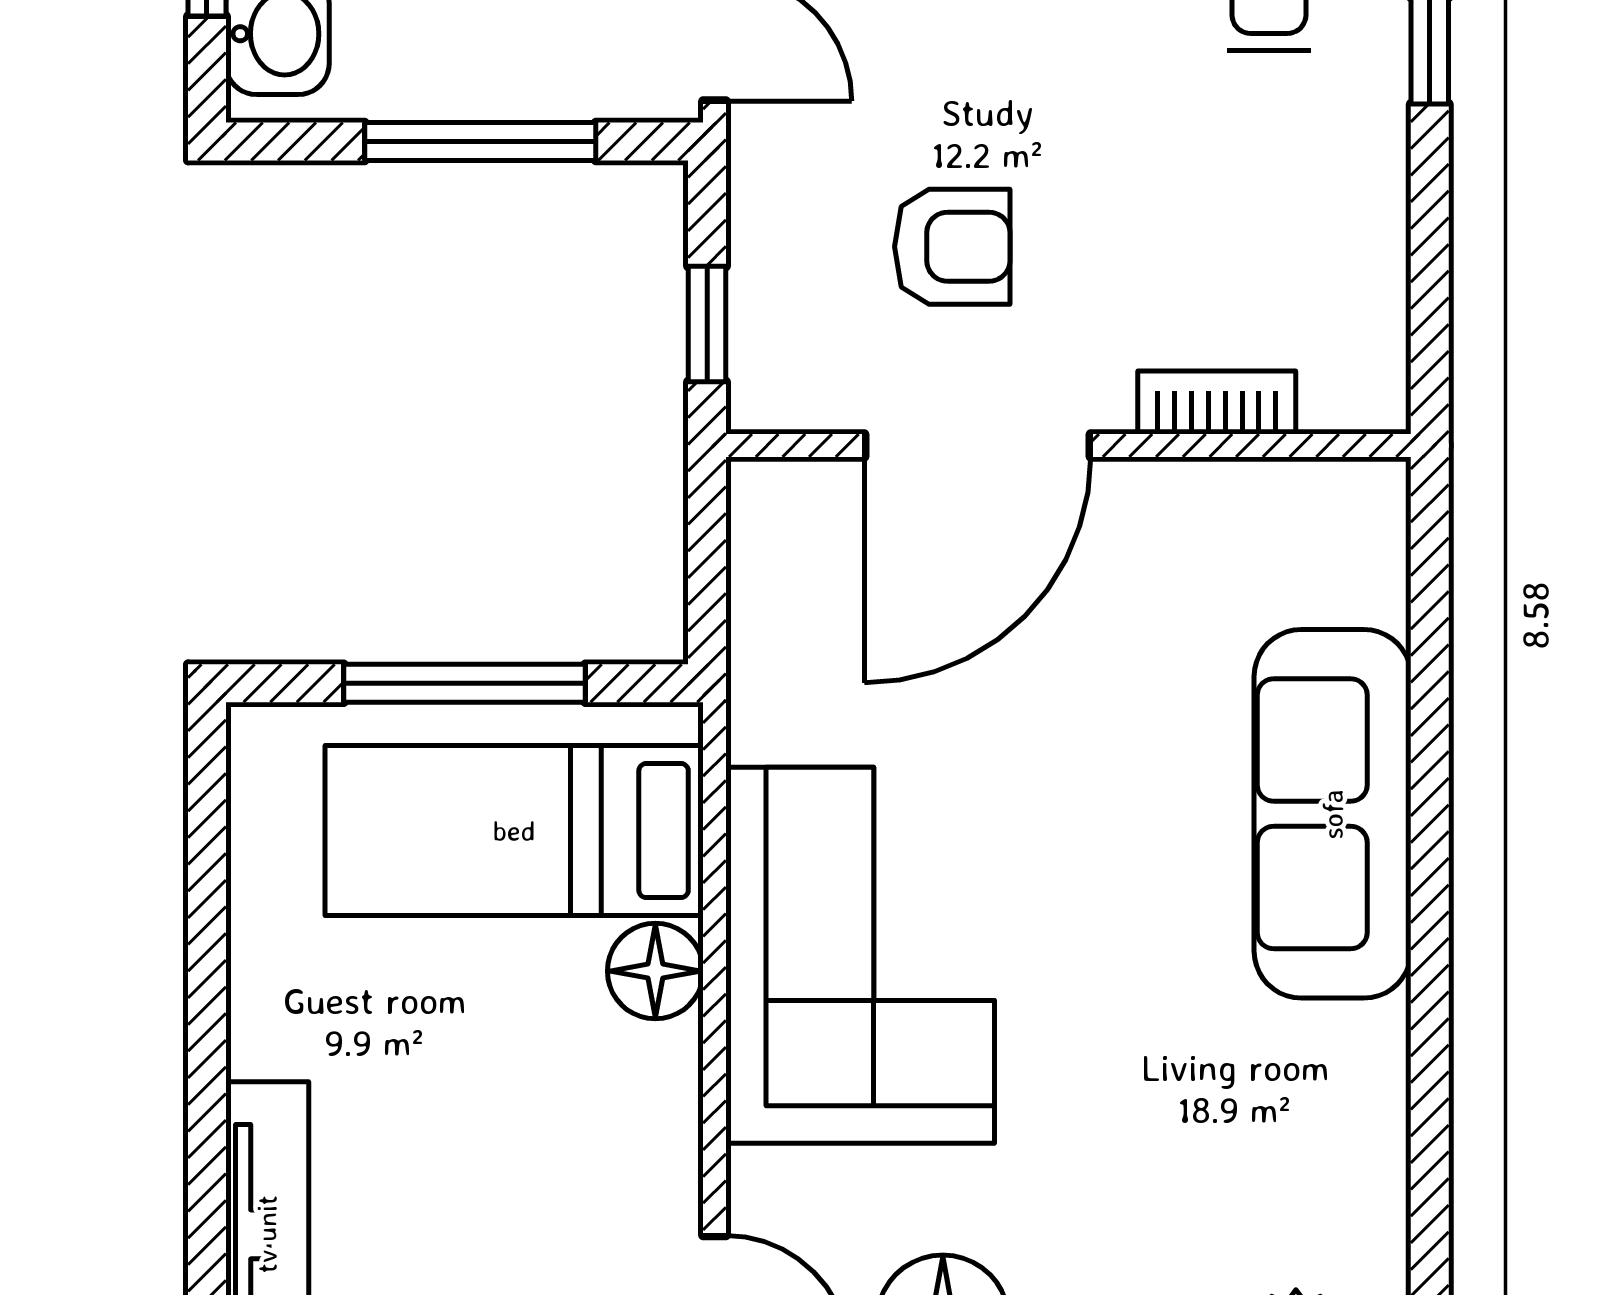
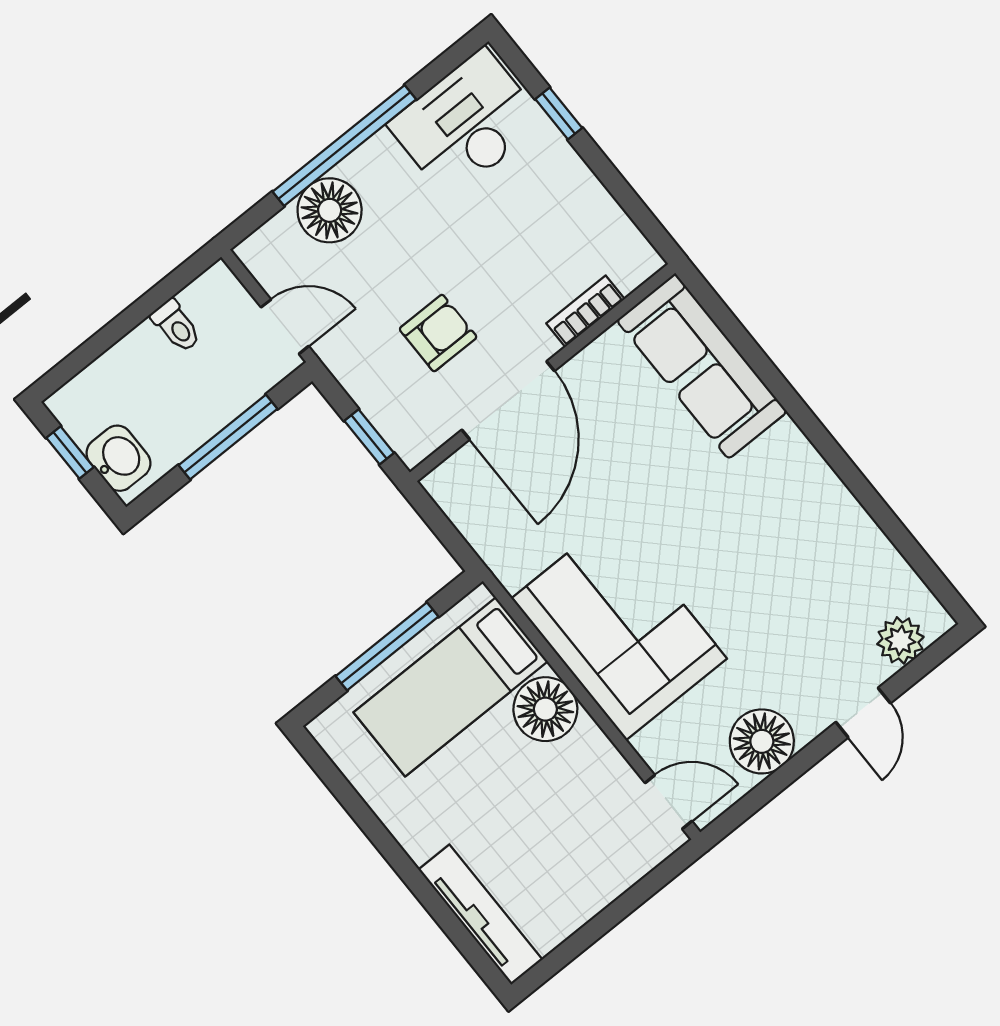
sofa: (1333, 814) -> (702, 366), moved
floor lamp: (655, 971) -> (545, 709), width x1.38, depth x1.38

